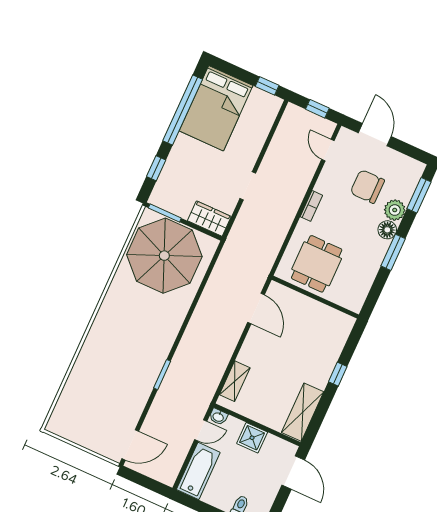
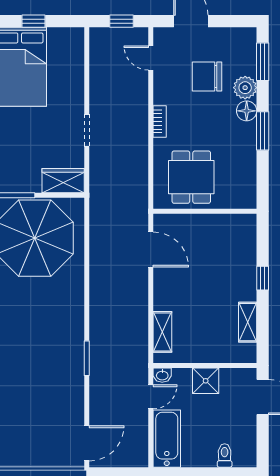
window: (267, 86) -> (34, 21), moved
shelving: (303, 412) -> (248, 322), width x0.67, depth x0.75

